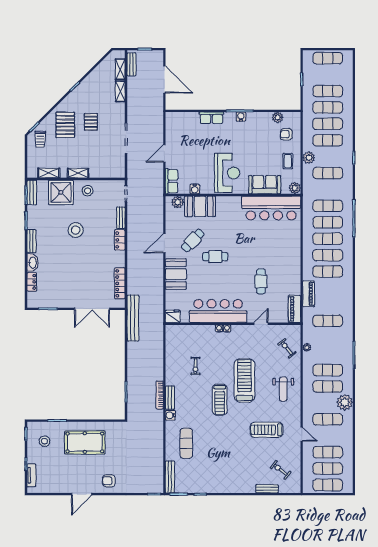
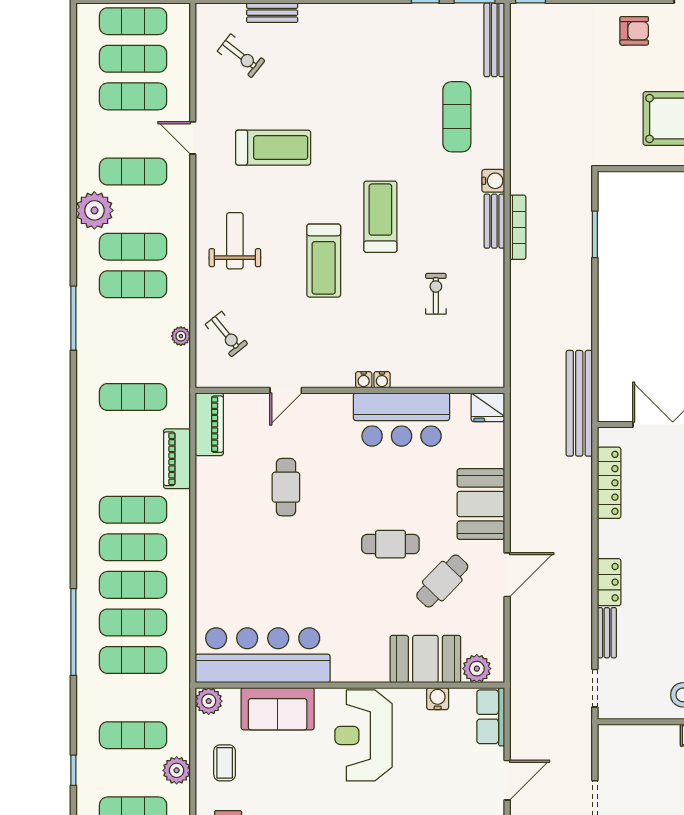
bar counter: (218, 311) -> (402, 419), width x0.73
treadmill: (244, 380) -> (324, 261), width x0.73, depth x0.73

